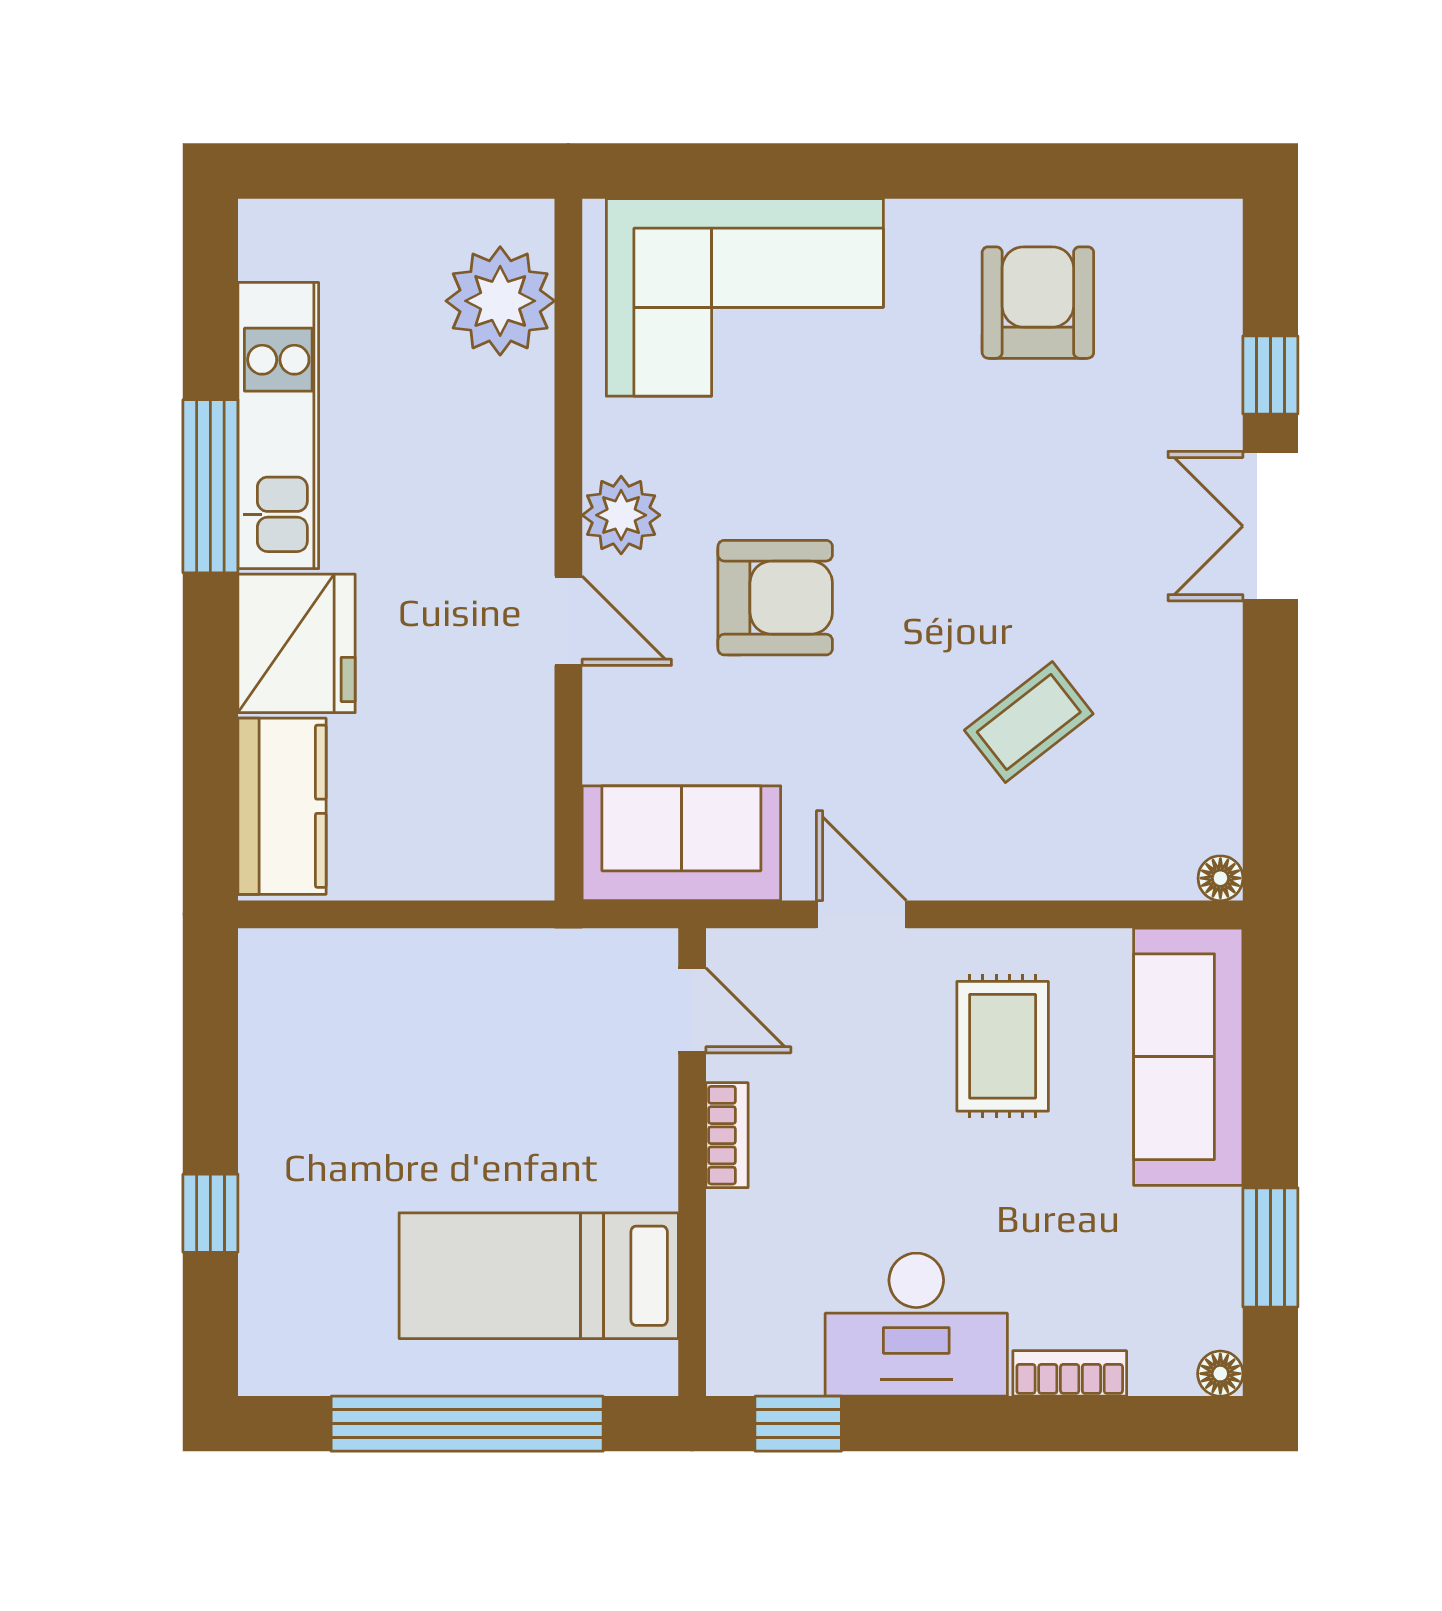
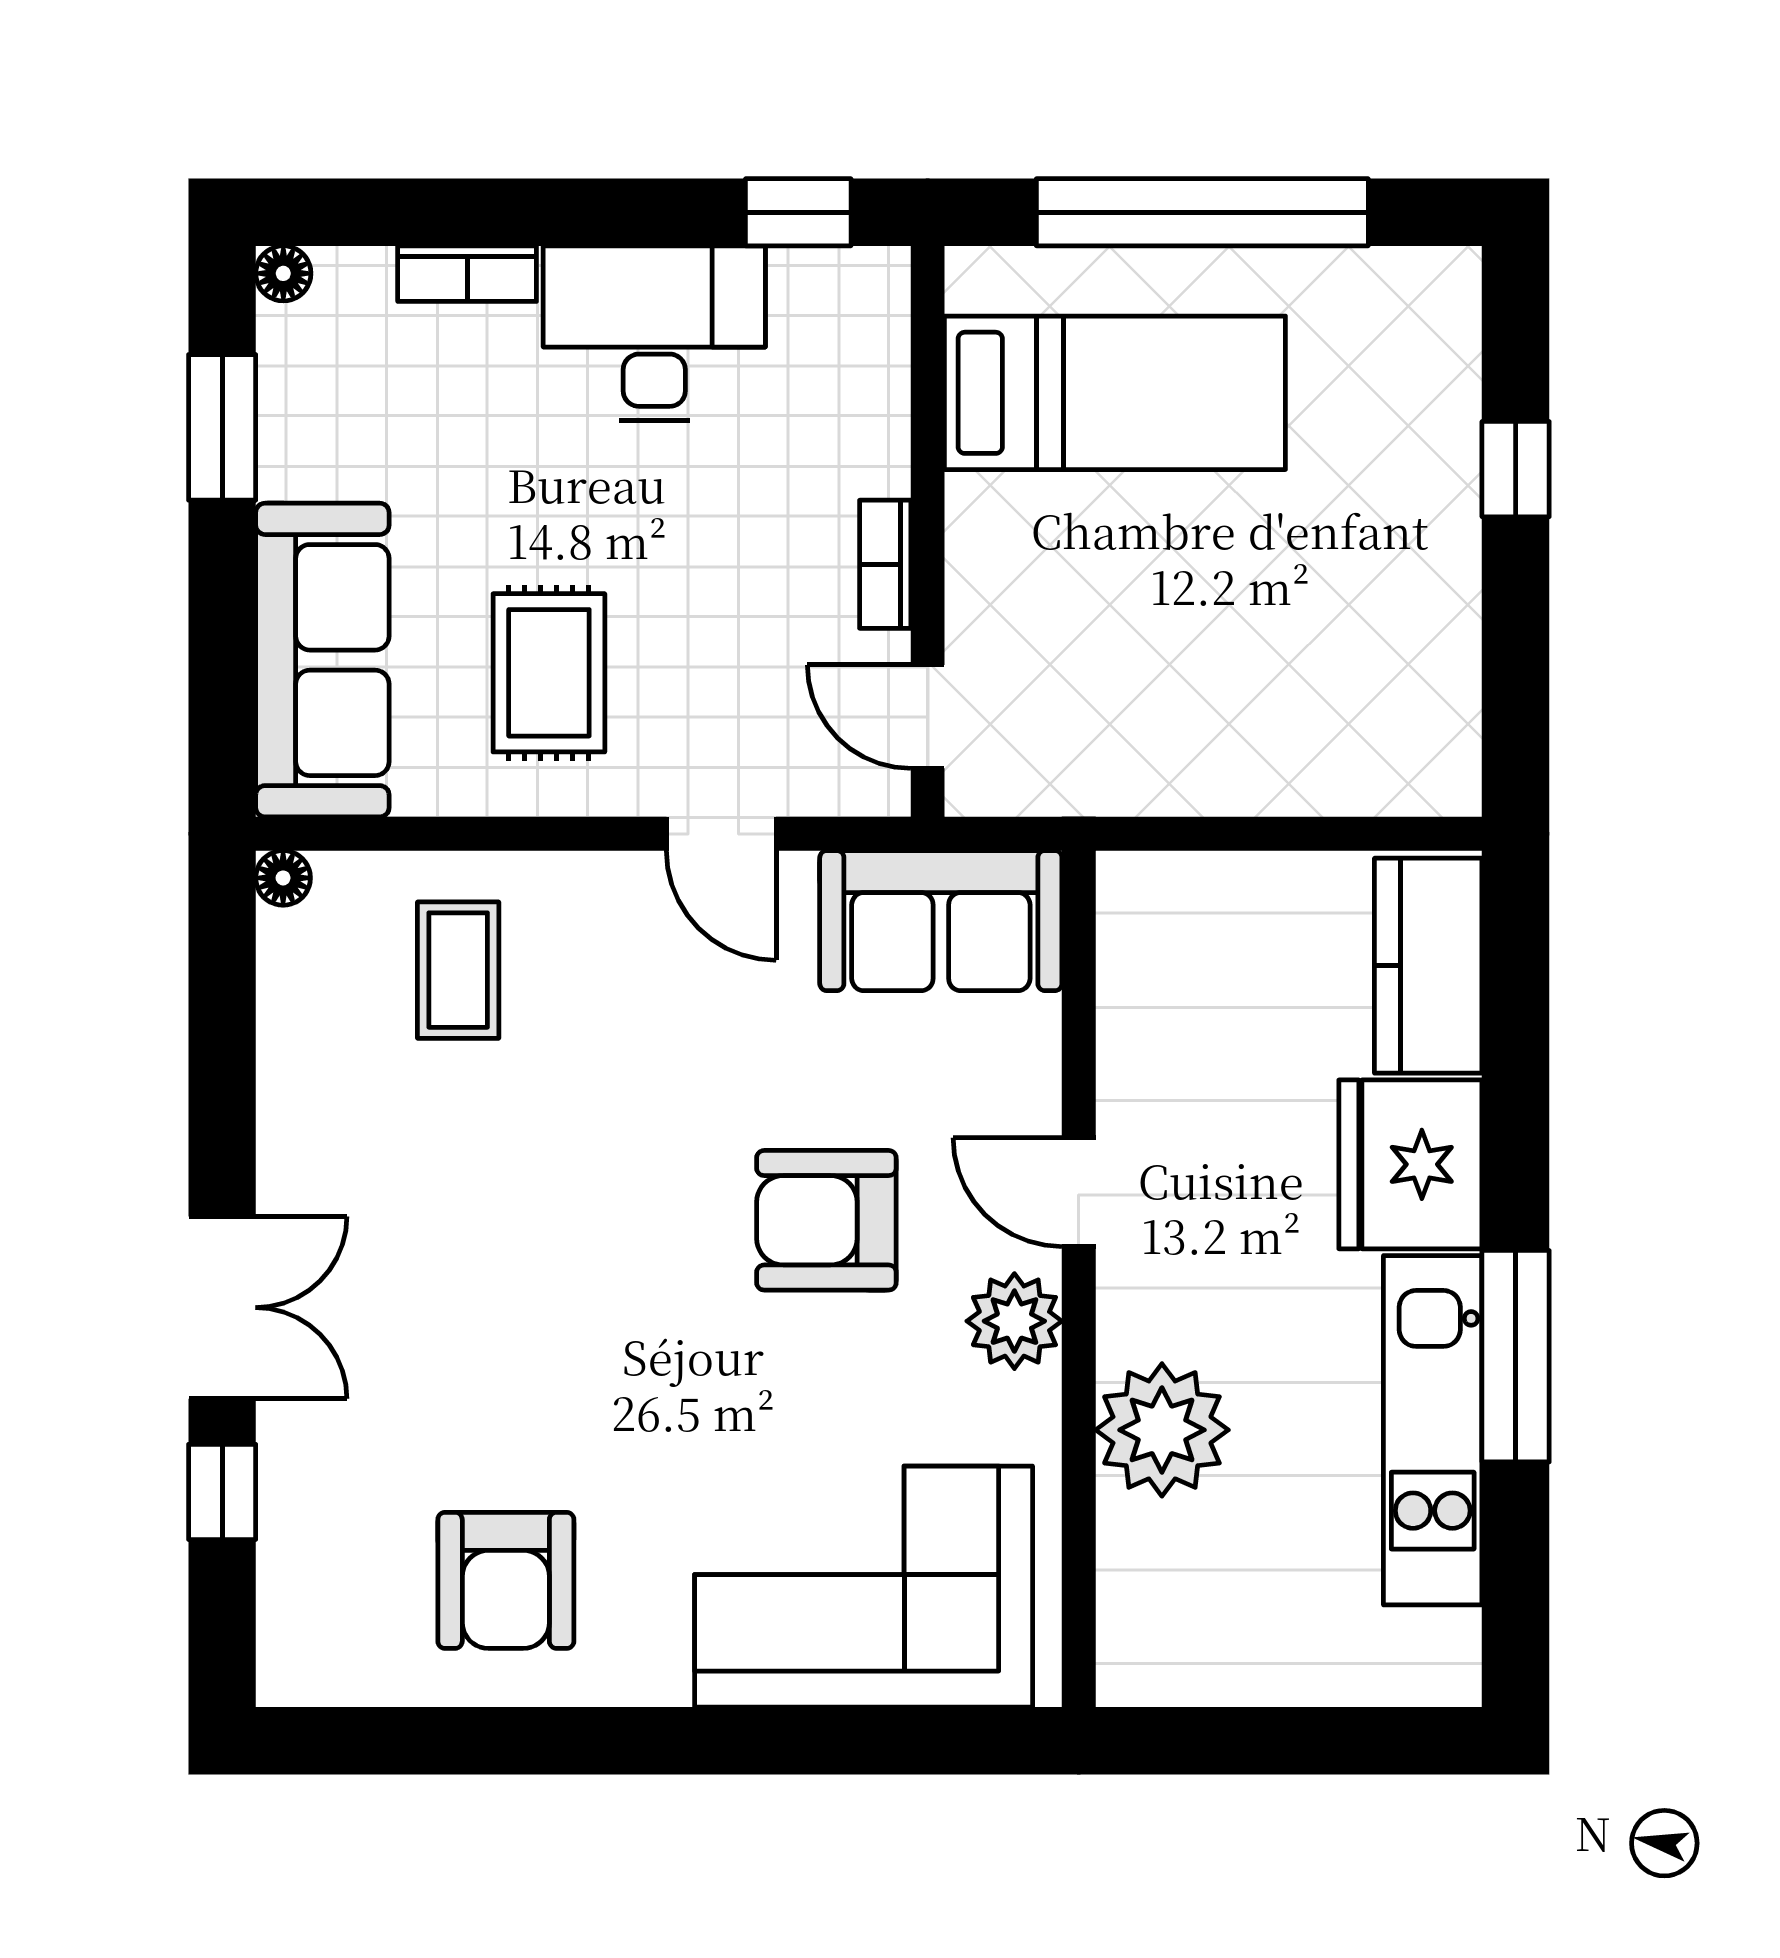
plant: (500, 301) -> (1162, 1430), moved
coffee table: (1029, 722) -> (458, 970), moved, turned -52

